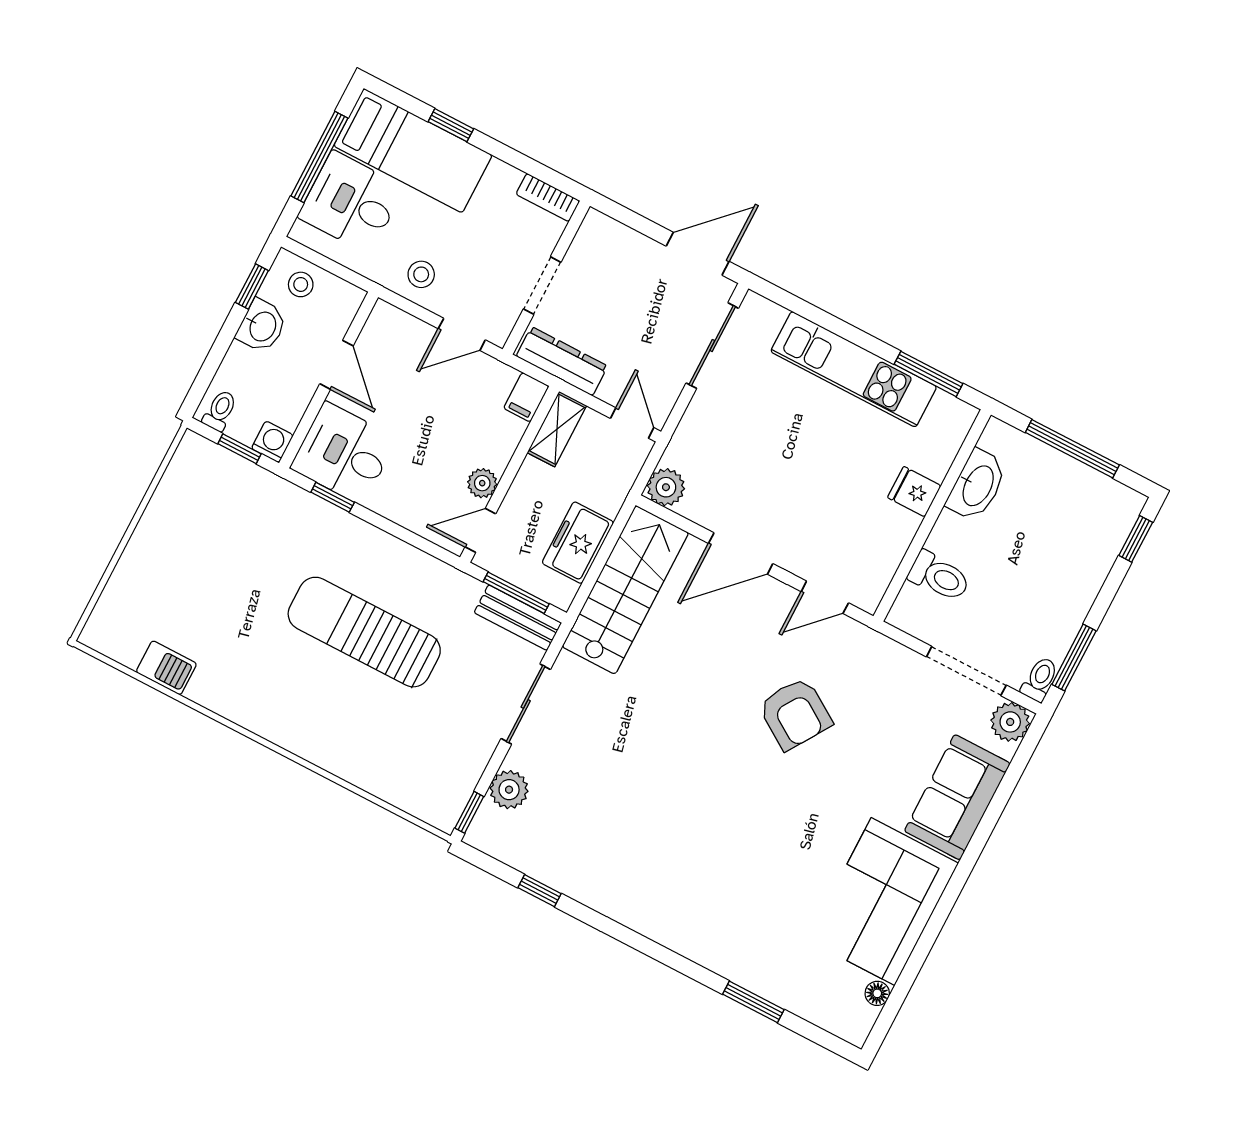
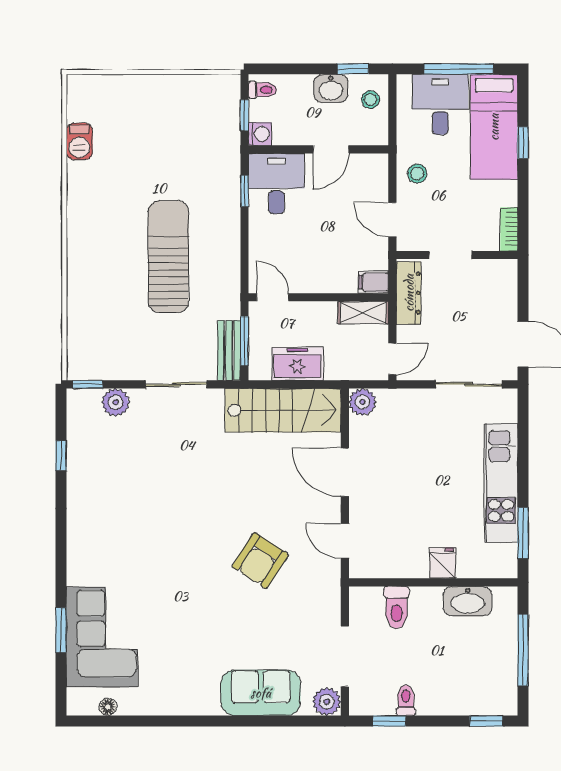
plant: (482, 483) -> (304, 283), removed
window: (1074, 658) -> (389, 721), width x0.67
toilet: (1040, 679) -> (406, 700), moved, turned -90
corner sofa: (883, 902) -> (102, 637), moved, turned 90

